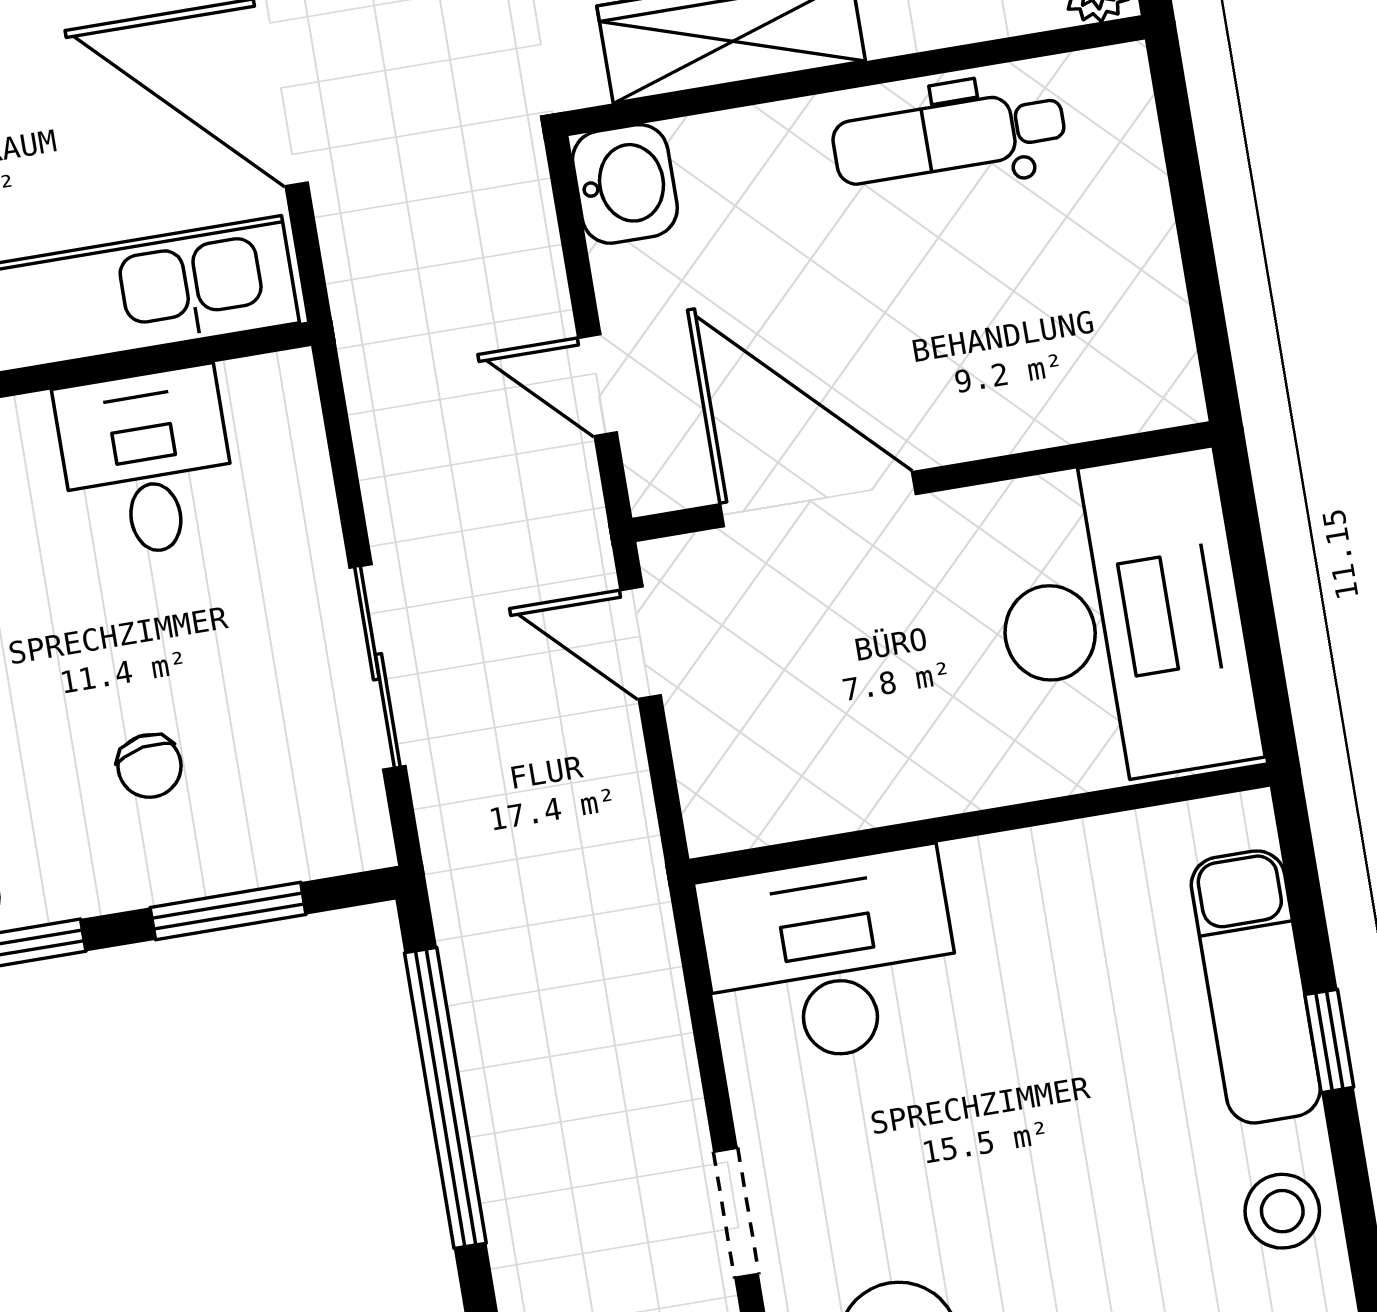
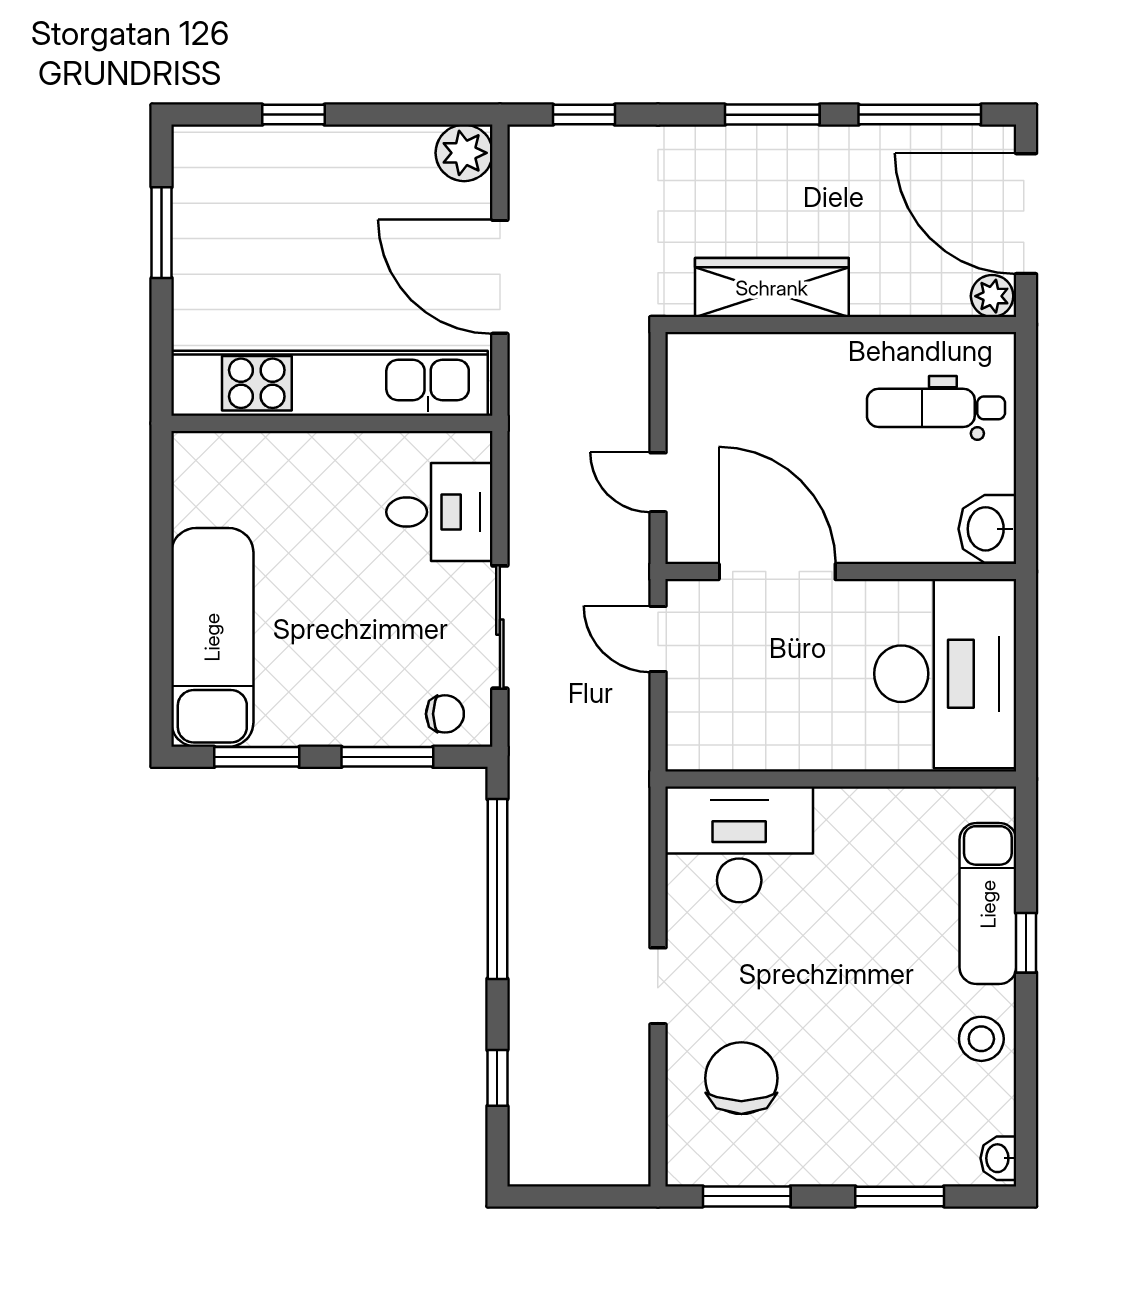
dental chair: (949, 137) -> (936, 408), moved
washbasin: (625, 184) -> (987, 529), moved, turned 180
desk: (147, 463) -> (439, 512), moved, turned 90
chair: (149, 766) -> (445, 714), moved, turned -80

